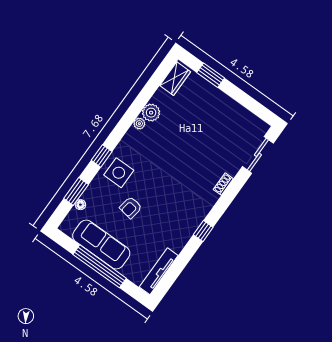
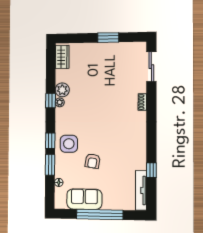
window: (211, 75) -> (108, 38), moved
window: (131, 115) -> (51, 101), added
window: (76, 191) -> (50, 165), moved
window: (203, 231) -> (151, 170), moved
sofa: (101, 245) -> (84, 199), width x0.73

